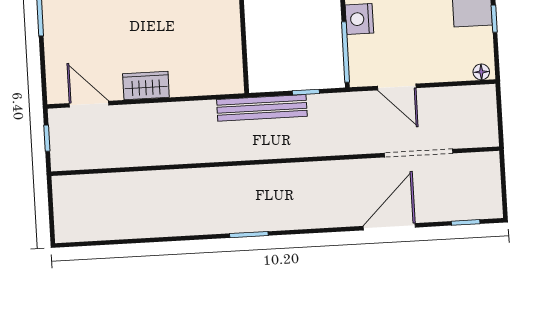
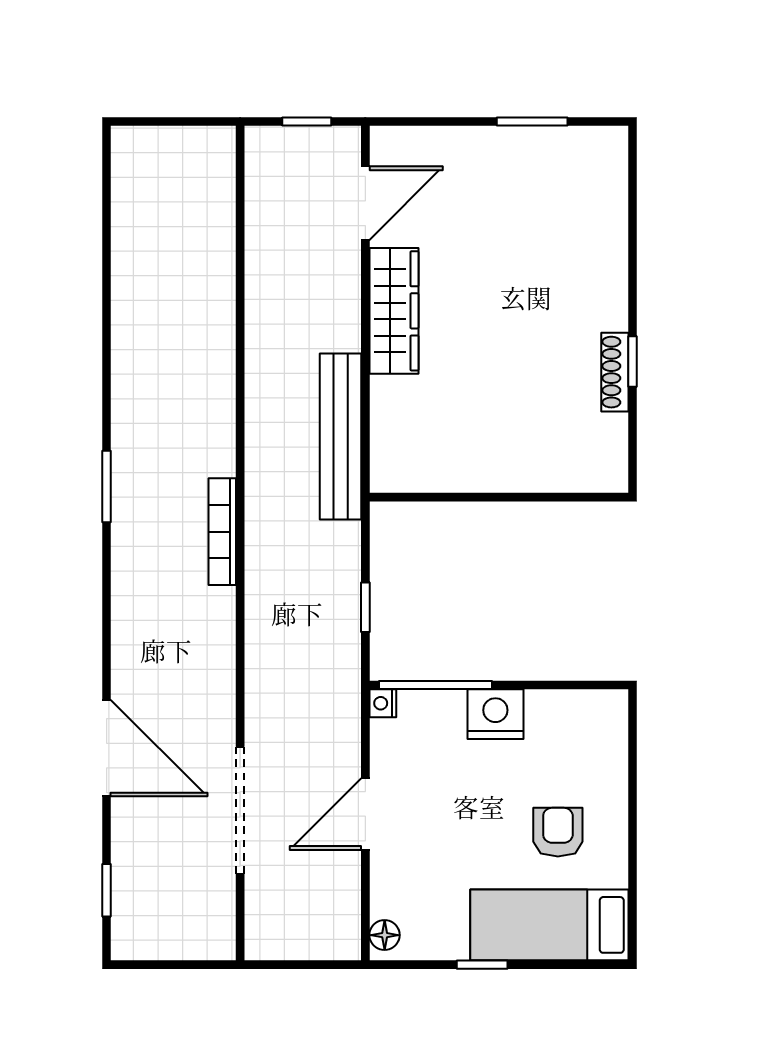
nightstand: (357, 80) -> (383, 703), added
wardrobe: (146, 86) -> (394, 311), width x1.50
door: (397, 87) -> (365, 814), moved
bench: (262, 108) -> (340, 437), moved
bookcase: (270, 171) -> (222, 532), added

